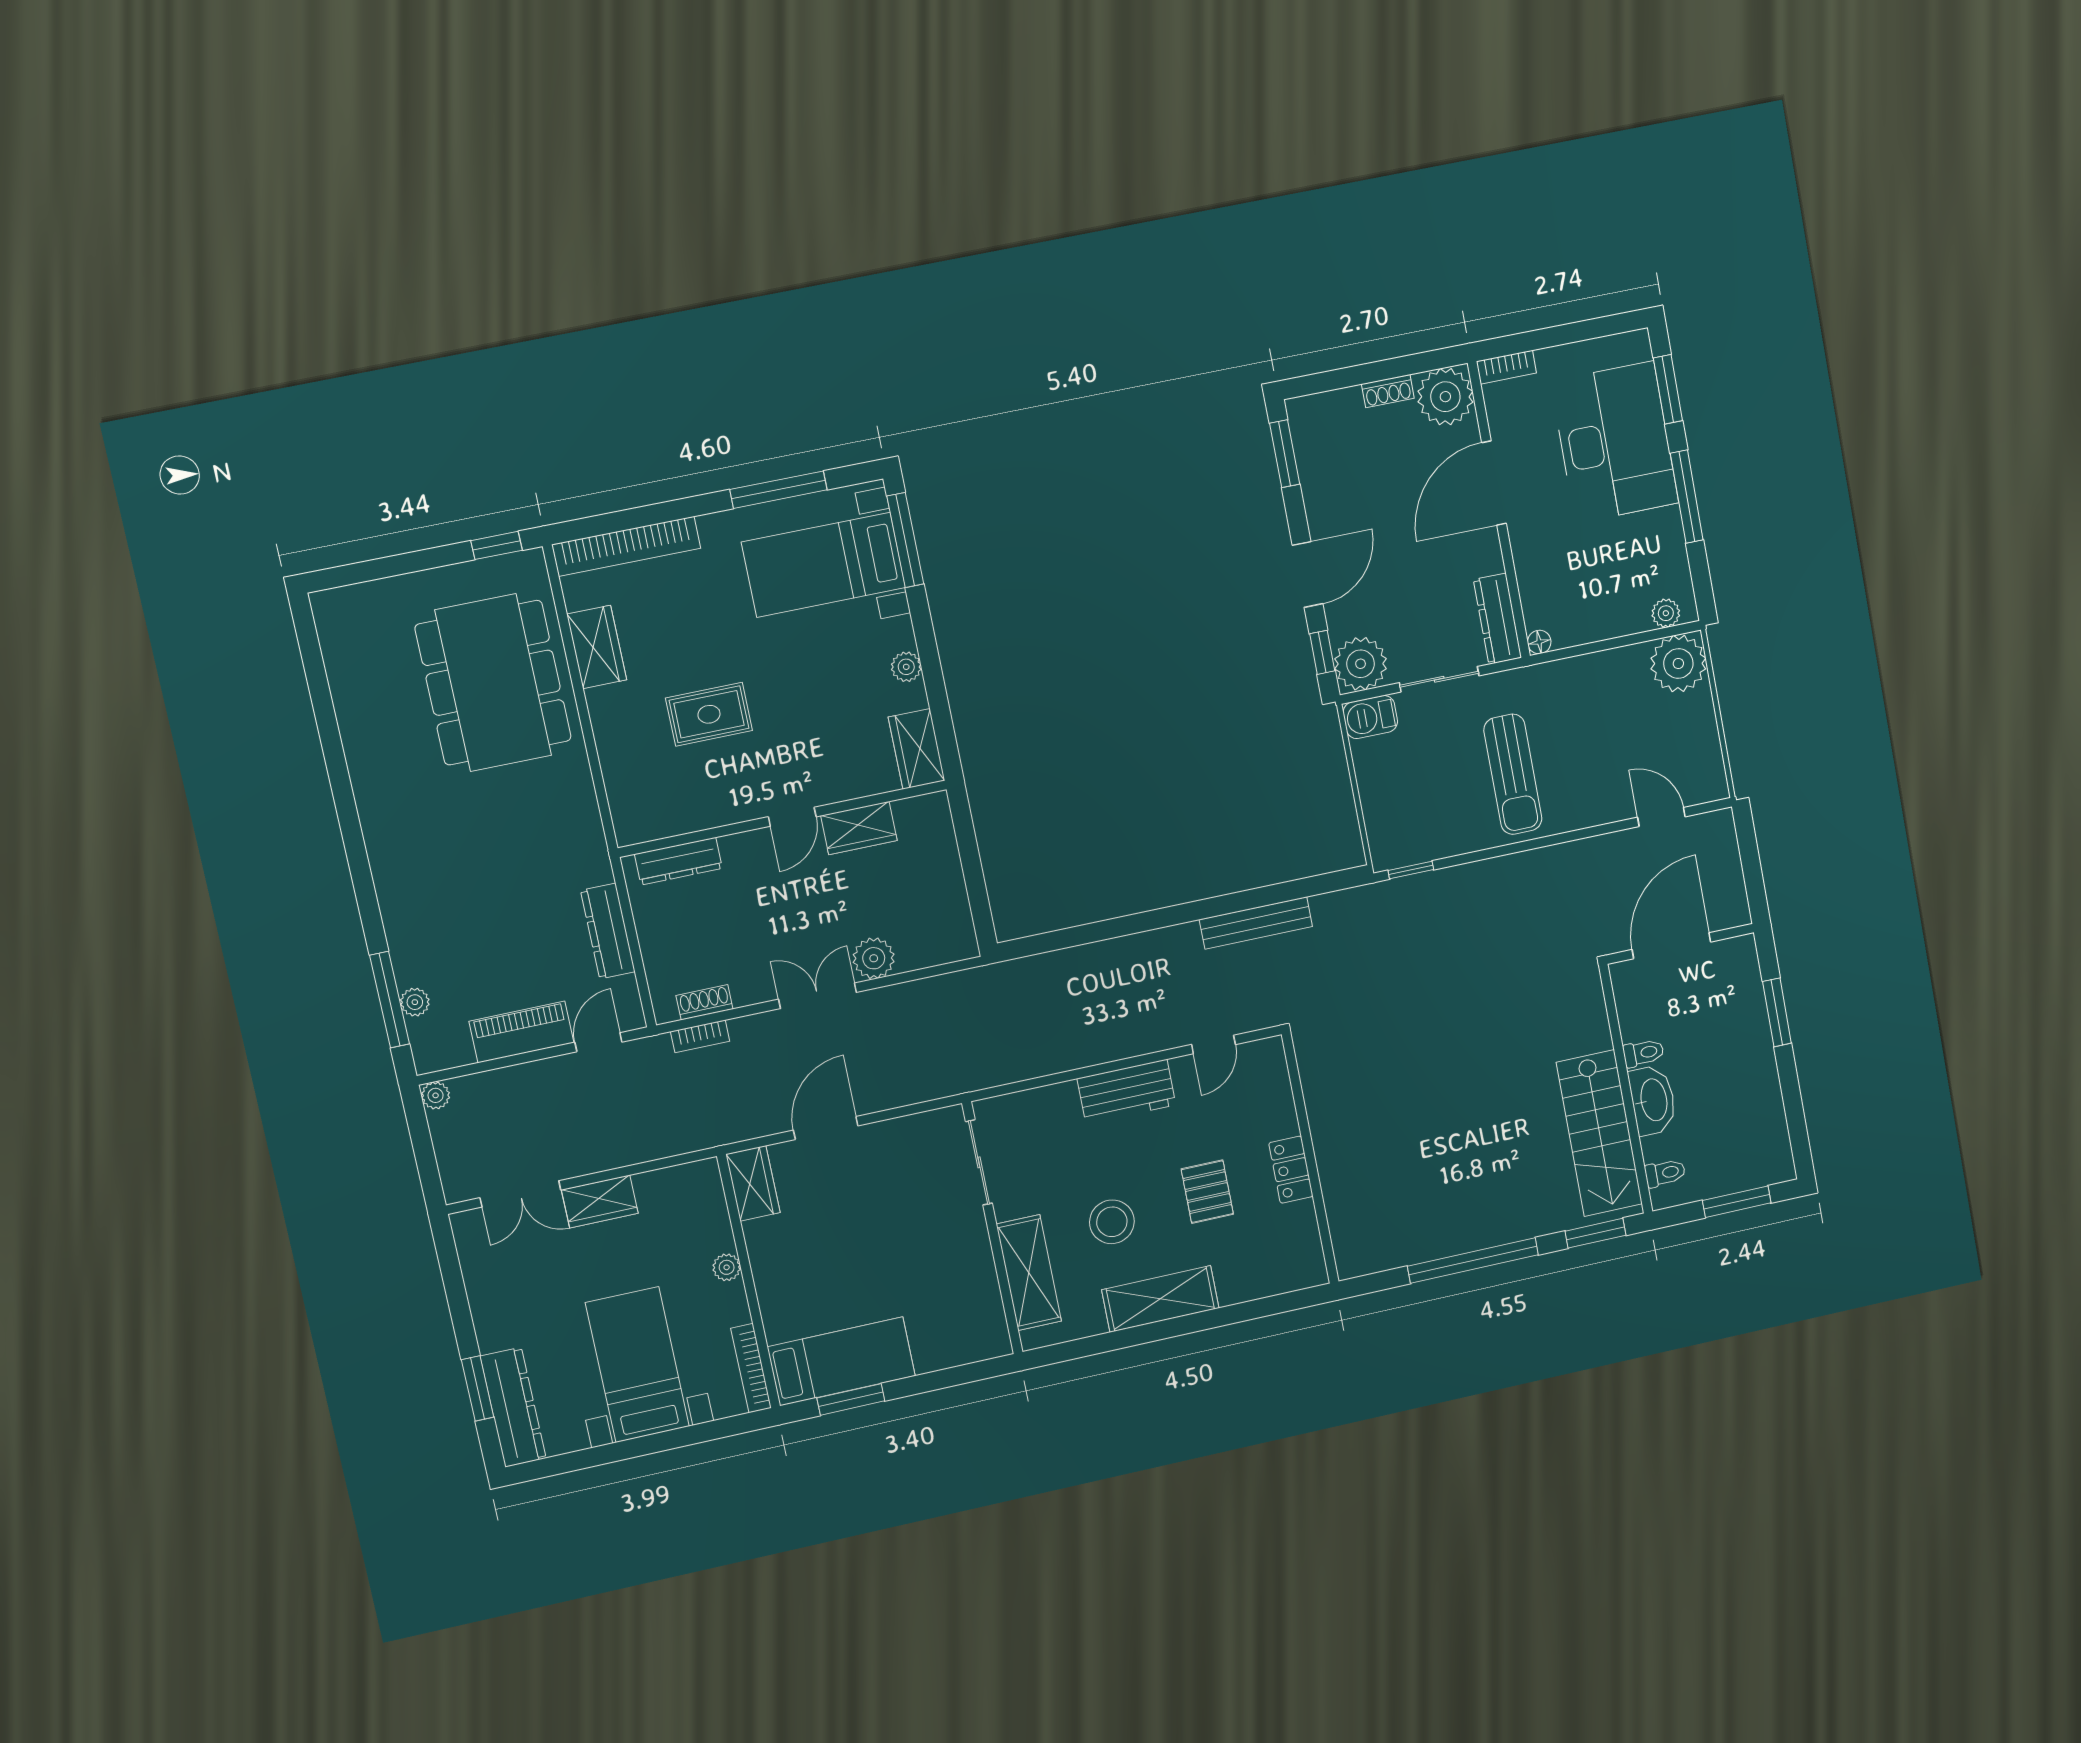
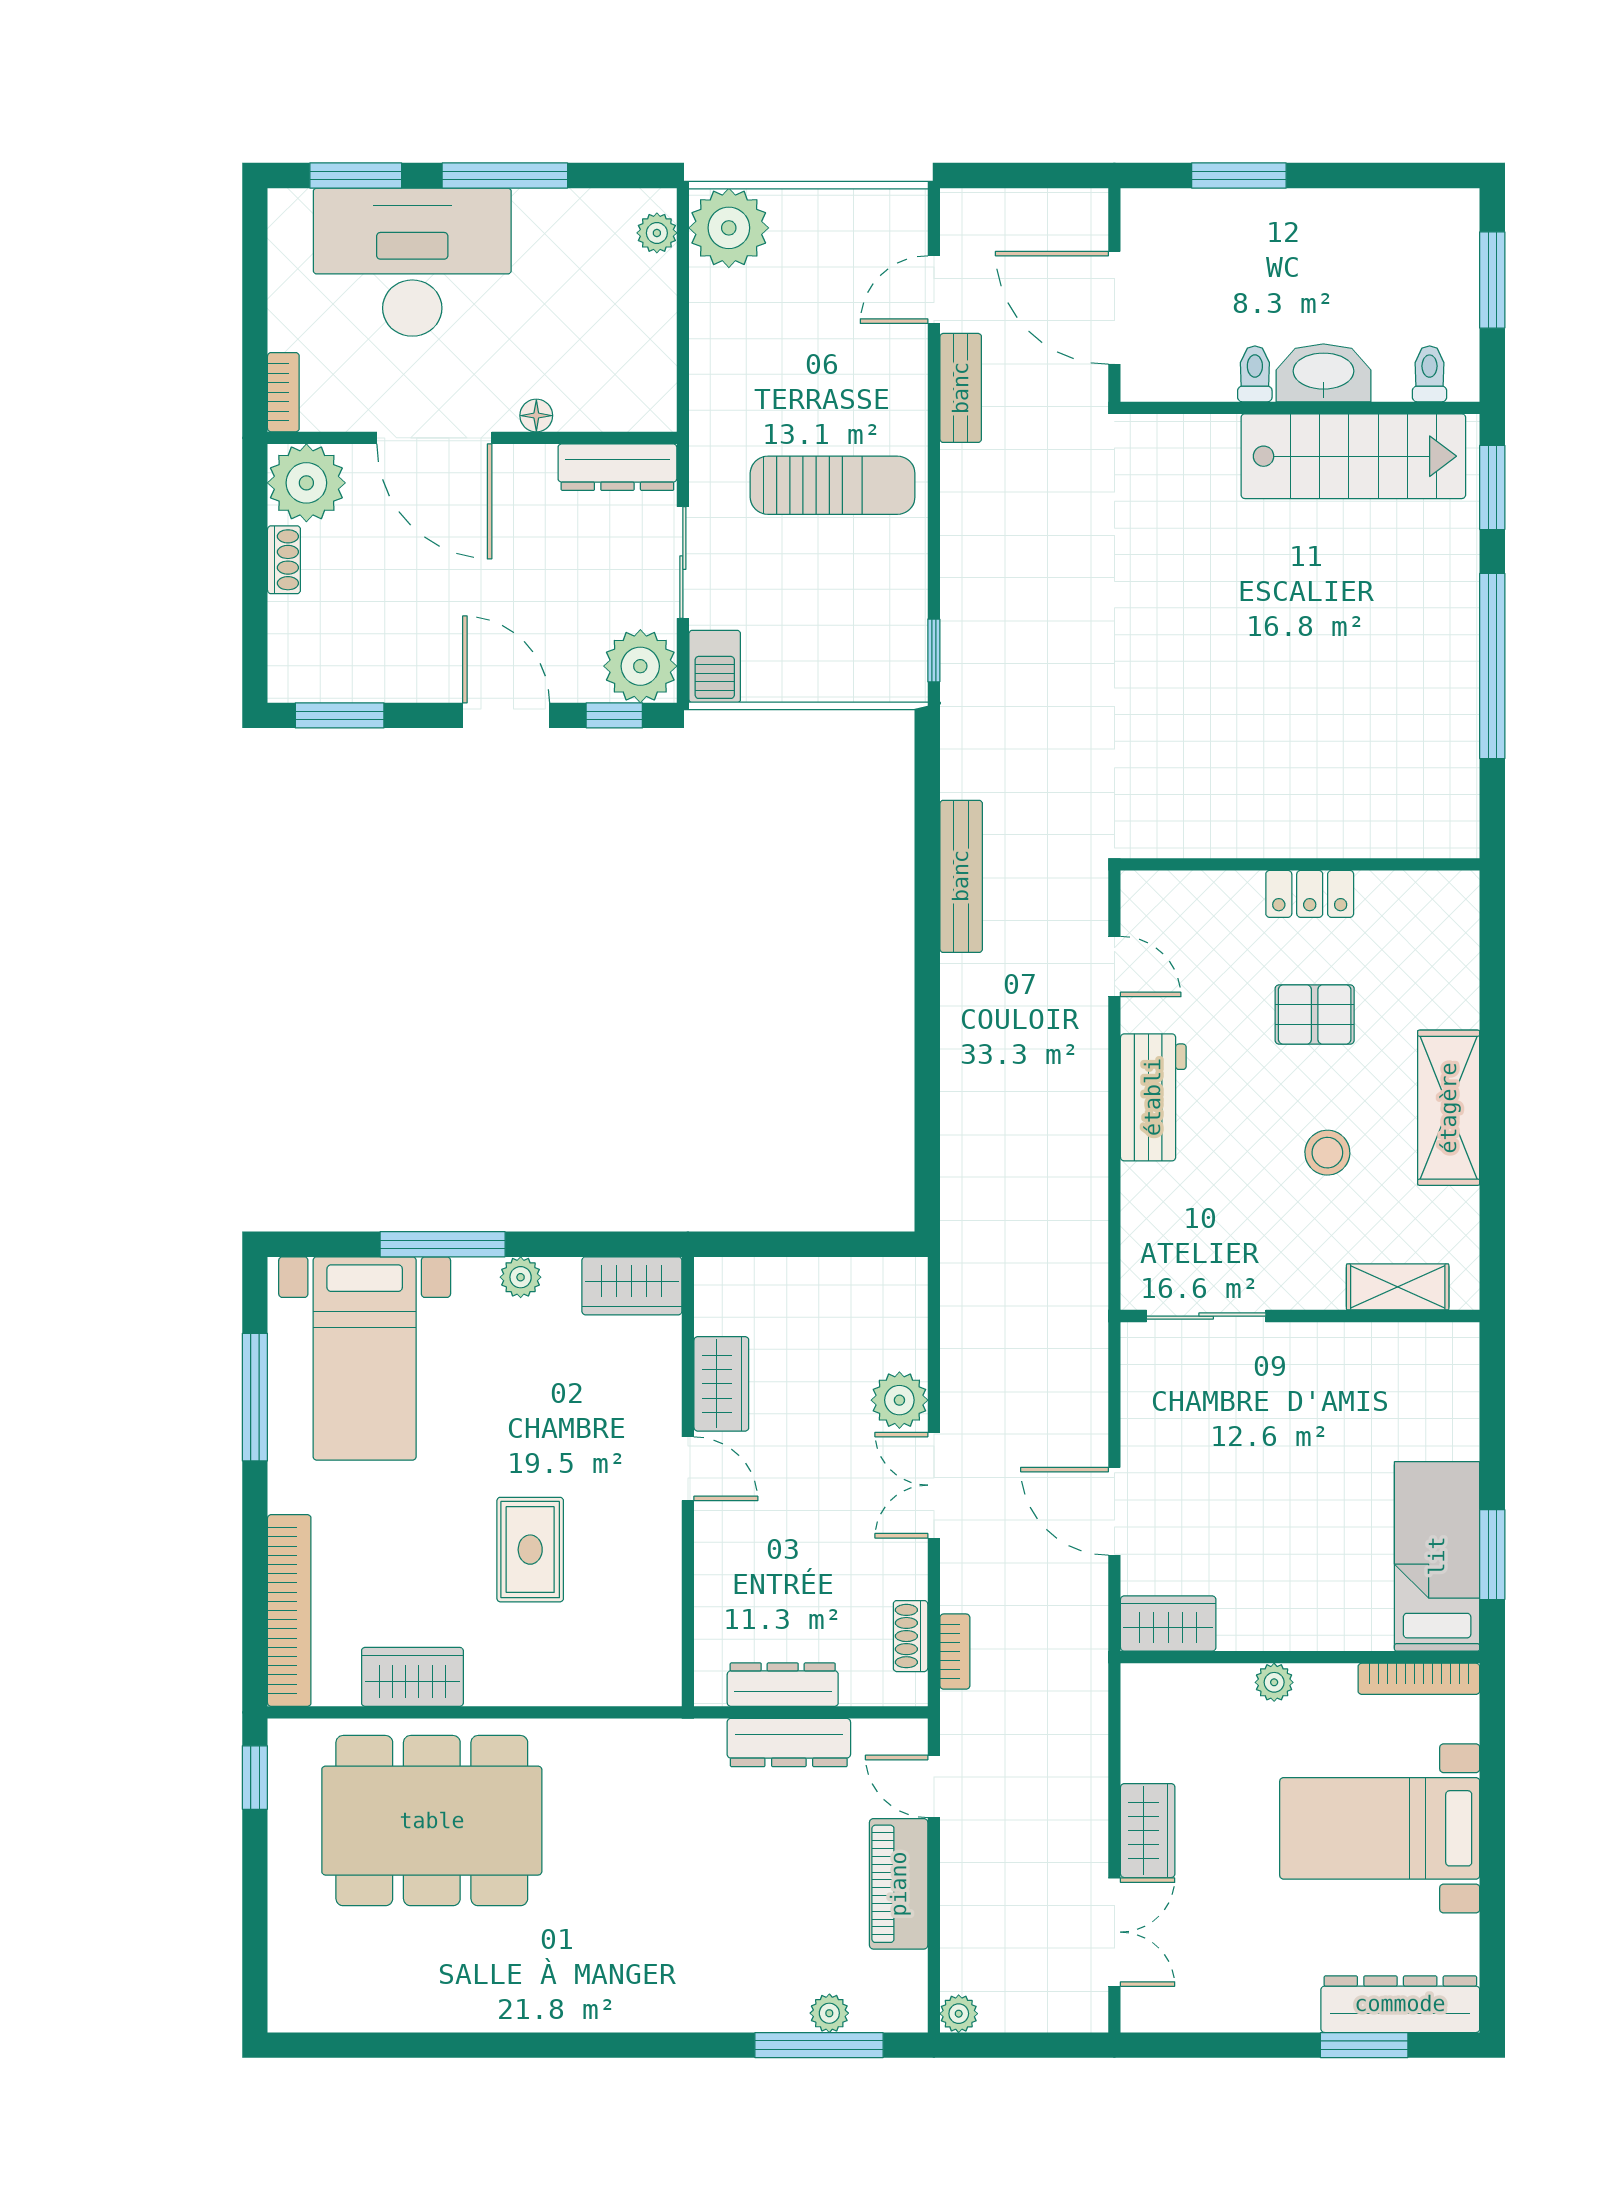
window: (905, 540) -> (443, 1244), moved
floor lamp: (1539, 642) -> (536, 416), moved
bench: (1597, 850) -> (961, 388), added
dresser: (678, 861) -> (783, 1685), moved, turned -90
stool: (1112, 1222) -> (1327, 1153), width x0.73, depth x0.73
shelving: (1029, 1273) -> (1398, 1287), width x0.67, depth x0.75

